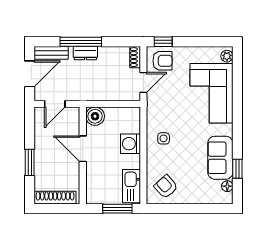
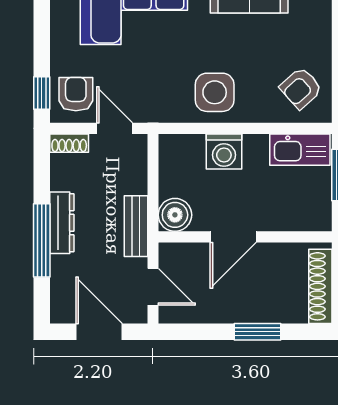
bench: (51, 53) -> (136, 226), moved
dresser: (85, 53) -> (62, 223), width x1.44
side table: (164, 138) -> (215, 92), width x1.87, depth x1.87

